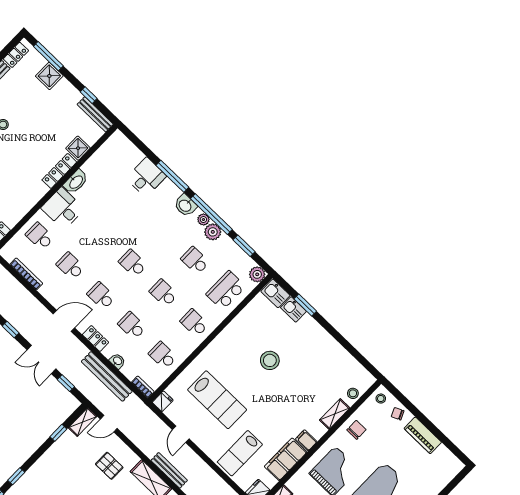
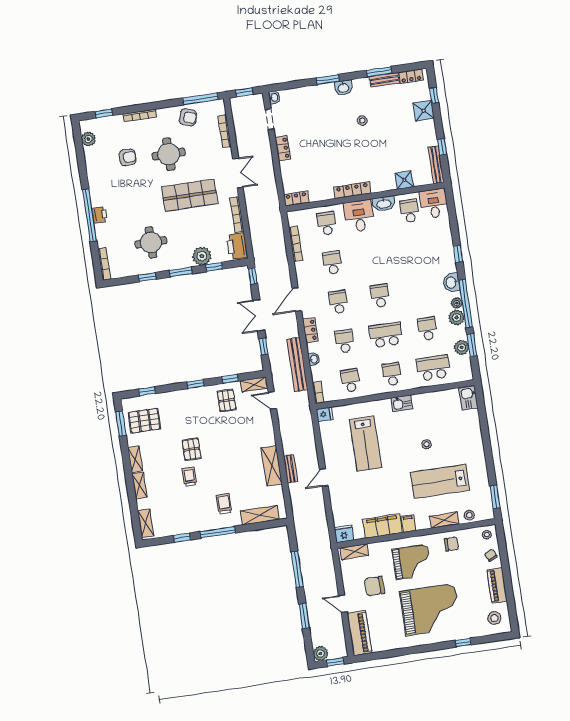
window: (48, 56) -> (434, 96), width x0.46
locker: (59, 171) -> (352, 190), moved
school desk: (103, 171) -> (410, 211), added
window: (172, 176) -> (458, 254), width x0.46
desk: (146, 177) -> (434, 204), moved, turned -90
plant: (257, 274) -> (462, 347), moved
school desk: (164, 293) -> (386, 335), width x1.85
window: (305, 305) -> (495, 497), moved
kitchen sink: (293, 309) -> (402, 403), moved, turned -90
door: (64, 321) -> (297, 299), swing flipped
stool: (270, 360) -> (426, 444), width x0.53, depth x0.53
door: (181, 434) -> (324, 477), moved
lab bench: (240, 453) -> (440, 481), moved, width x1.36, depth x1.39
stool: (442, 465) -> (494, 618), added
pallet: (109, 466) -> (227, 400), moved
bench: (169, 470) -> (291, 469), width x0.73
window: (16, 476) -> (196, 384), moved

